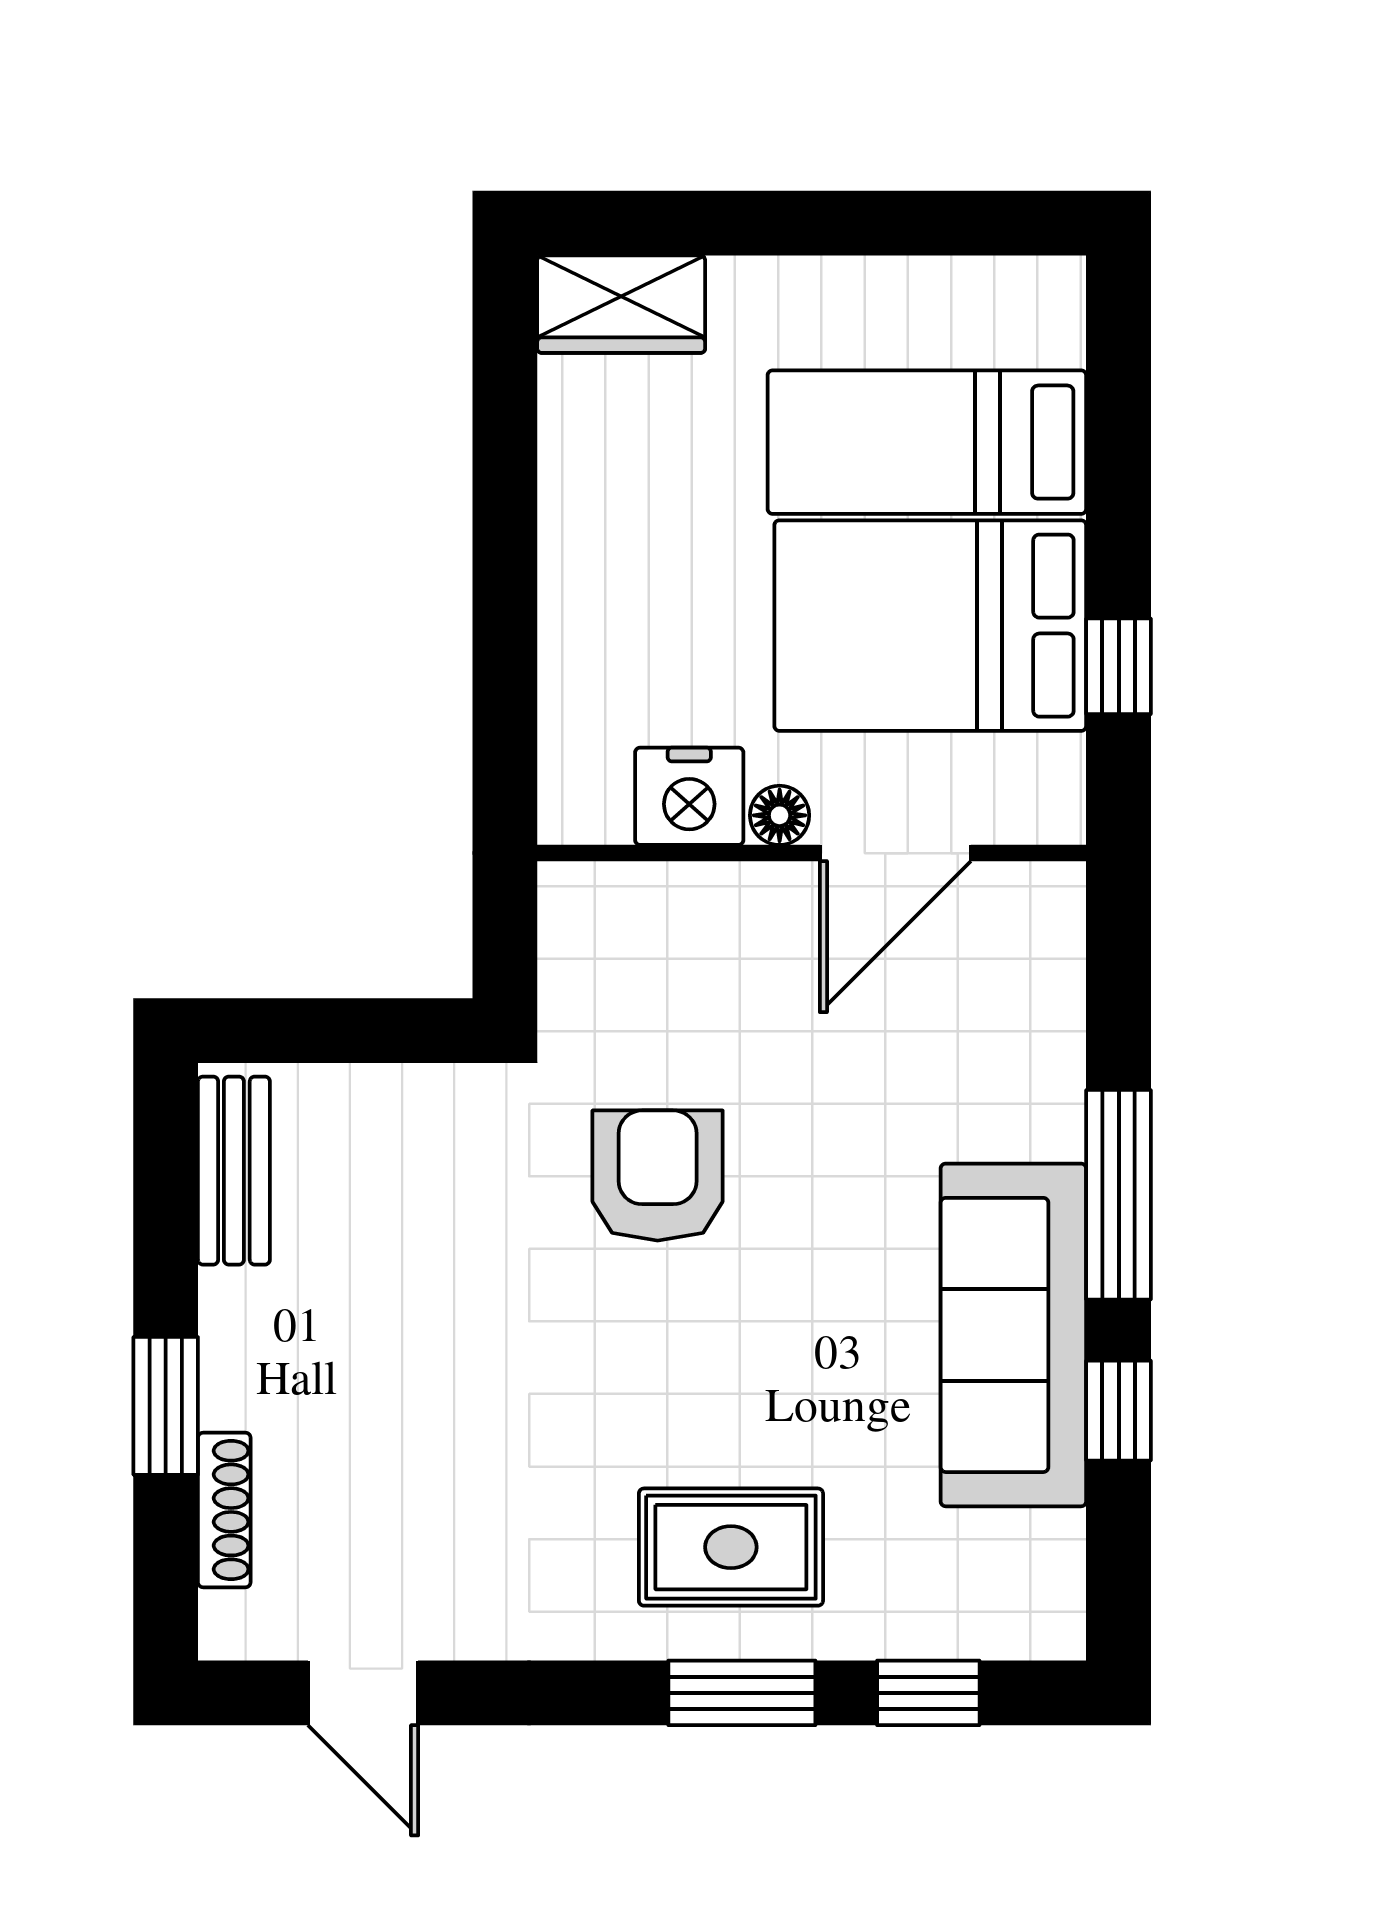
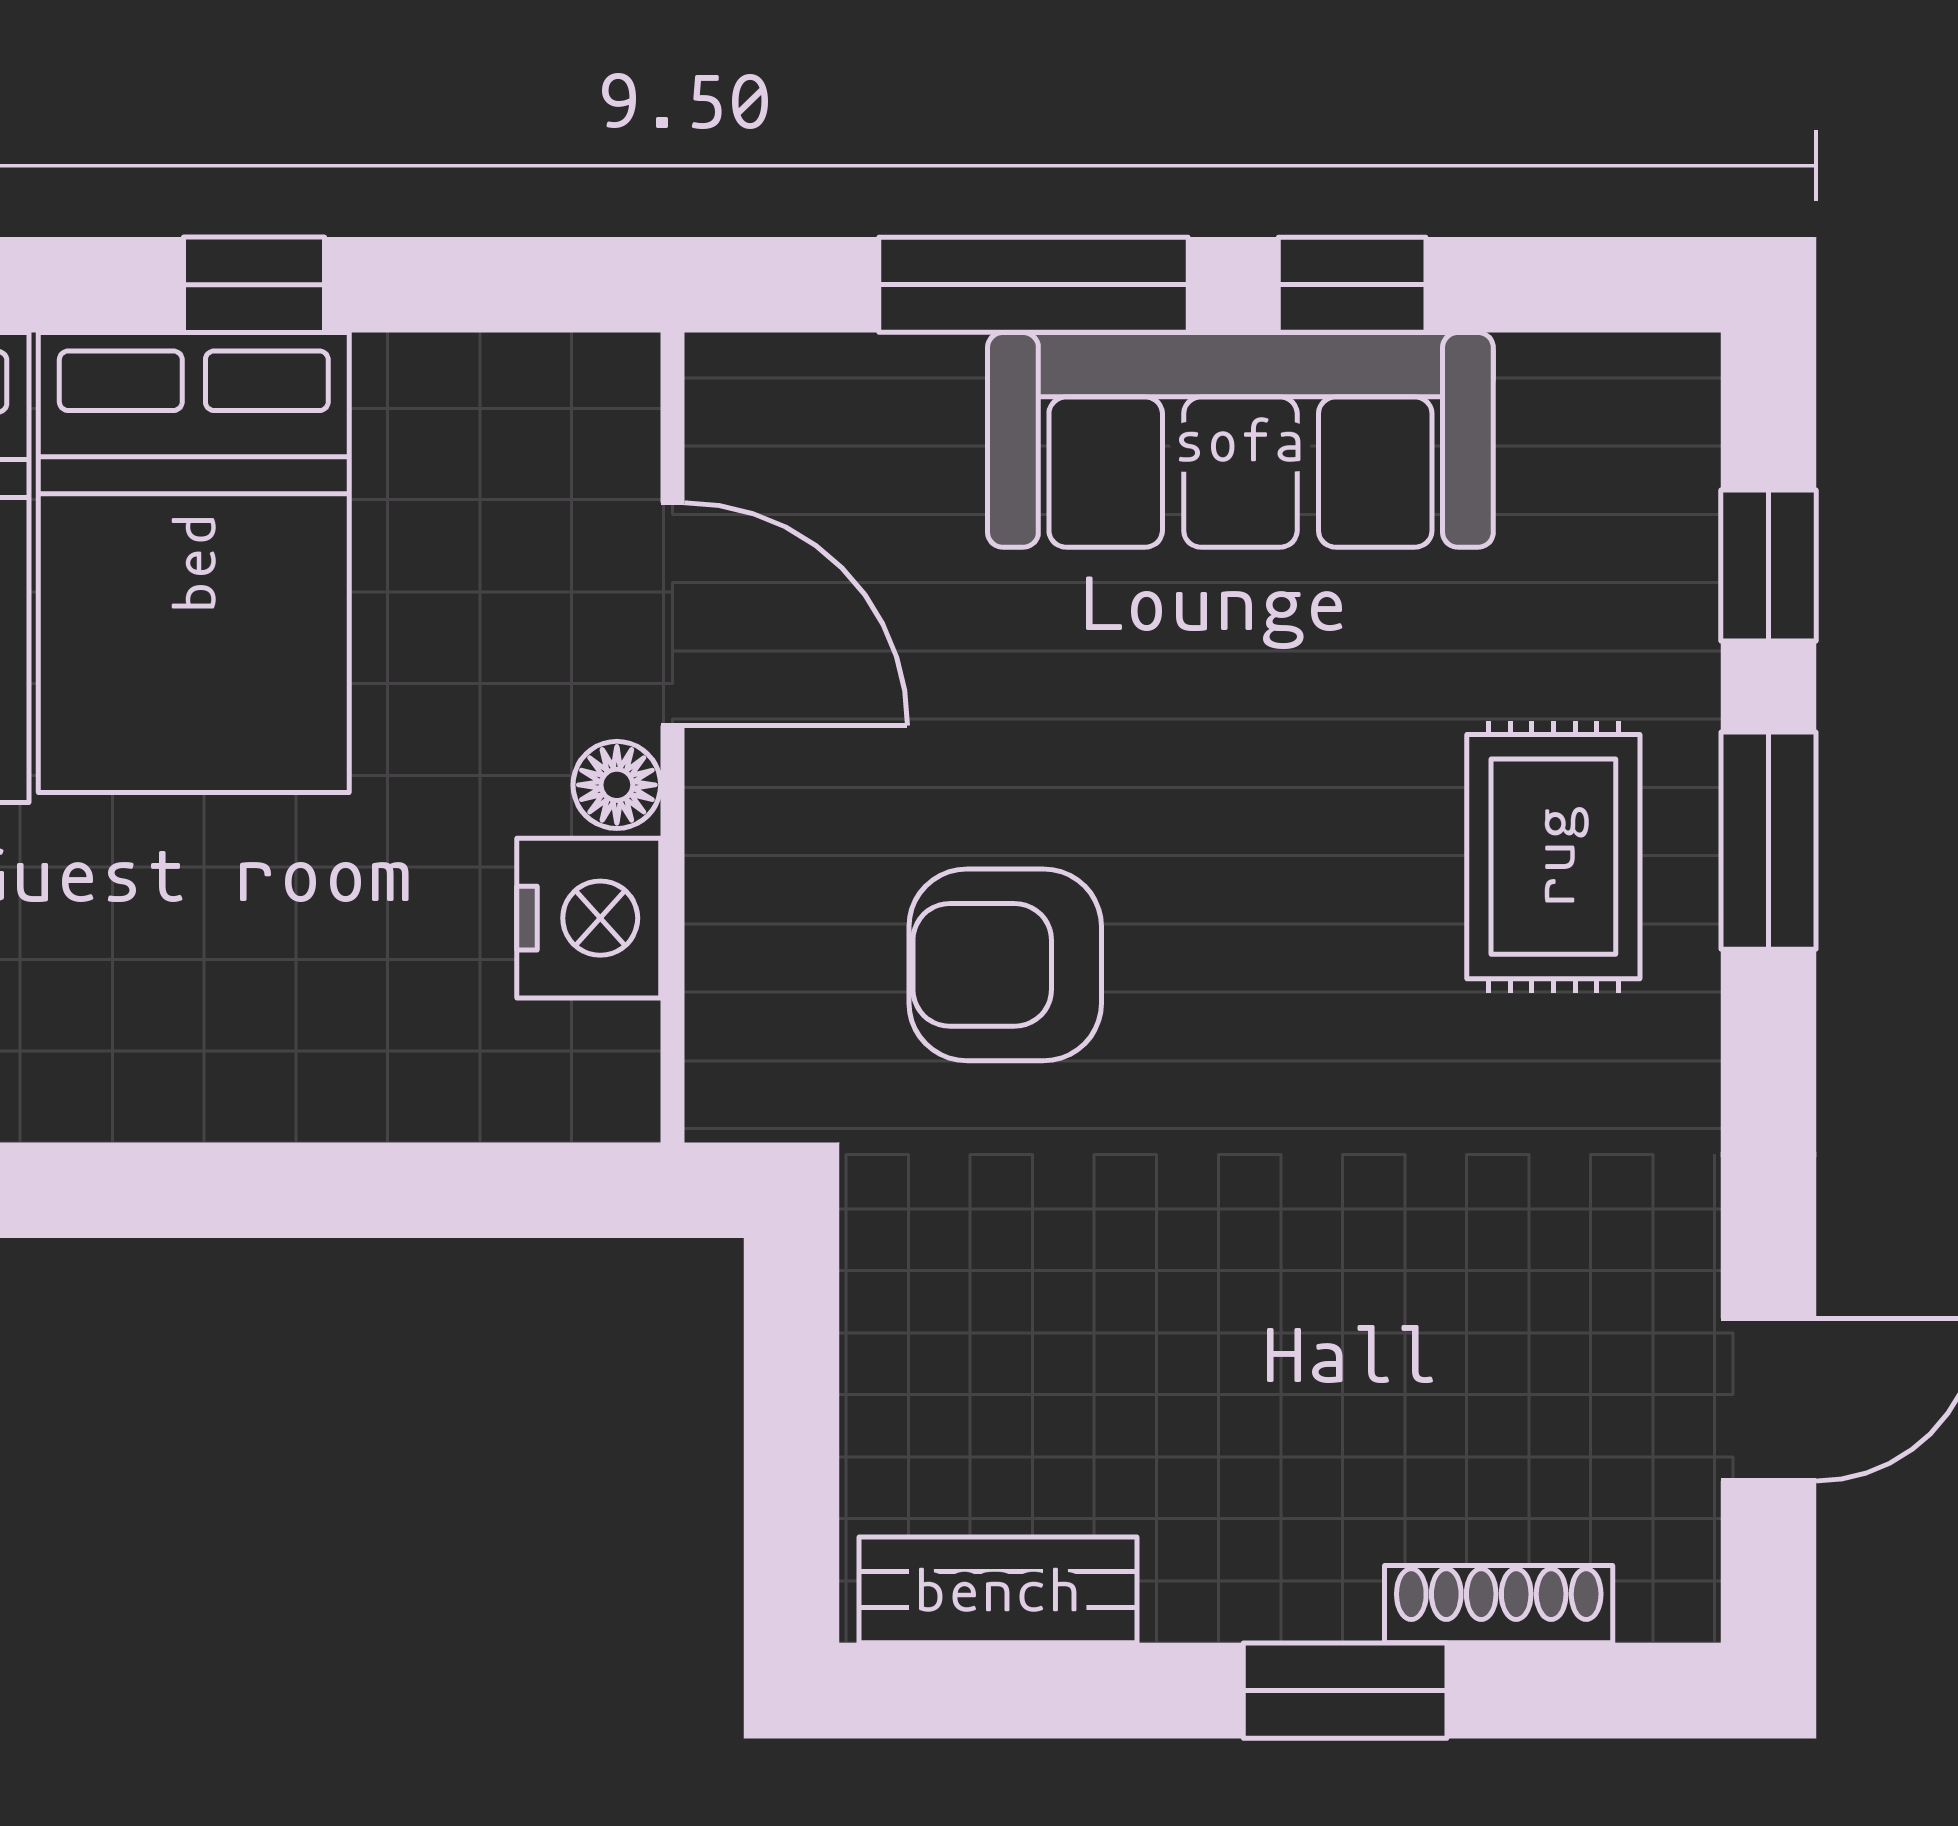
nightstand: (689, 796) -> (589, 918), moved
floor lamp: (780, 815) -> (617, 785), moved
wall: (812, 853) -> (672, 738), moved
door: (895, 853) -> (672, 614), moved

